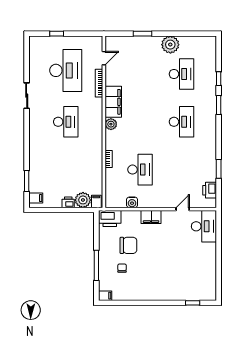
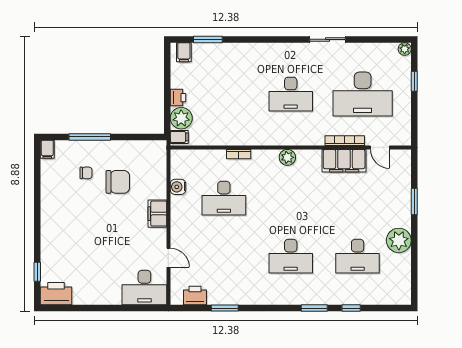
plant: (33, 40) -> (405, 49), added
filing cabinet: (113, 102) -> (344, 161), moved
printer: (110, 218) -> (56, 294), moved, turned 90
chair: (128, 245) -> (118, 182), turned -90

